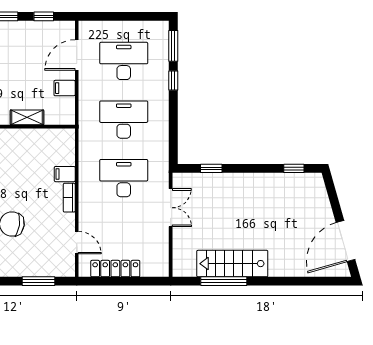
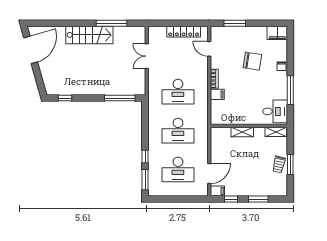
filing cabinet: (65, 88) -> (217, 191), moved
window: (211, 168) -> (120, 98), width x2.17
double door: (171, 208) -> (147, 56), moved
stairs: (232, 264) -> (89, 35), moved

